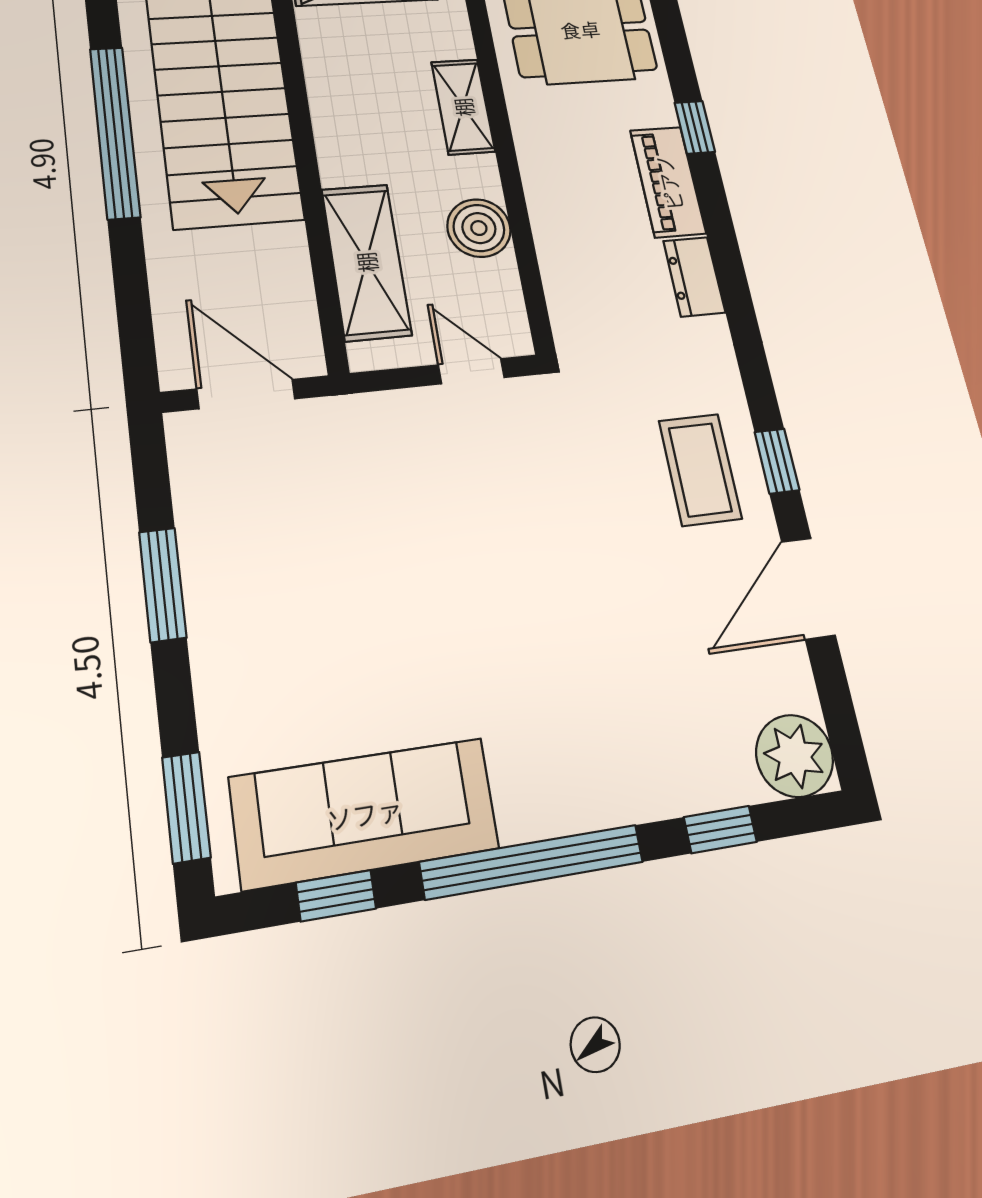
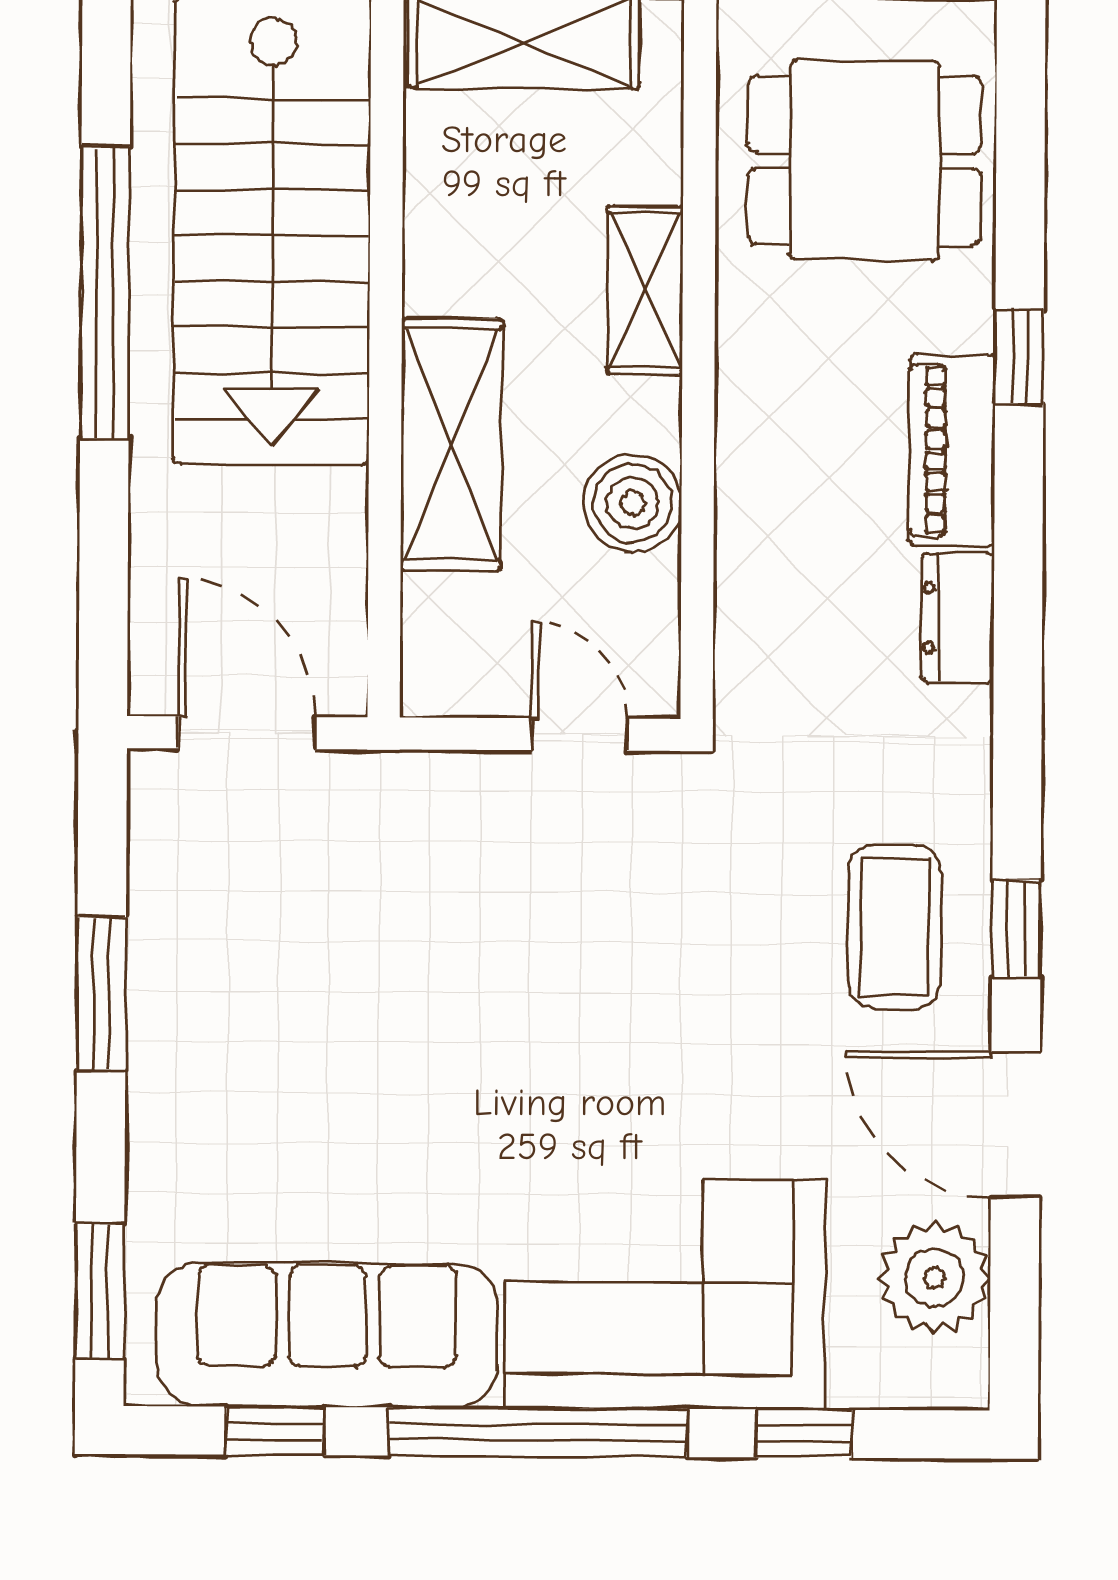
shelving: (366, 262) -> (451, 444), moved
door: (808, 588) -> (1015, 1124), hinge flipped
corner sofa: (602, 743) -> (665, 1294), added
plant: (795, 756) -> (934, 1278), moved

